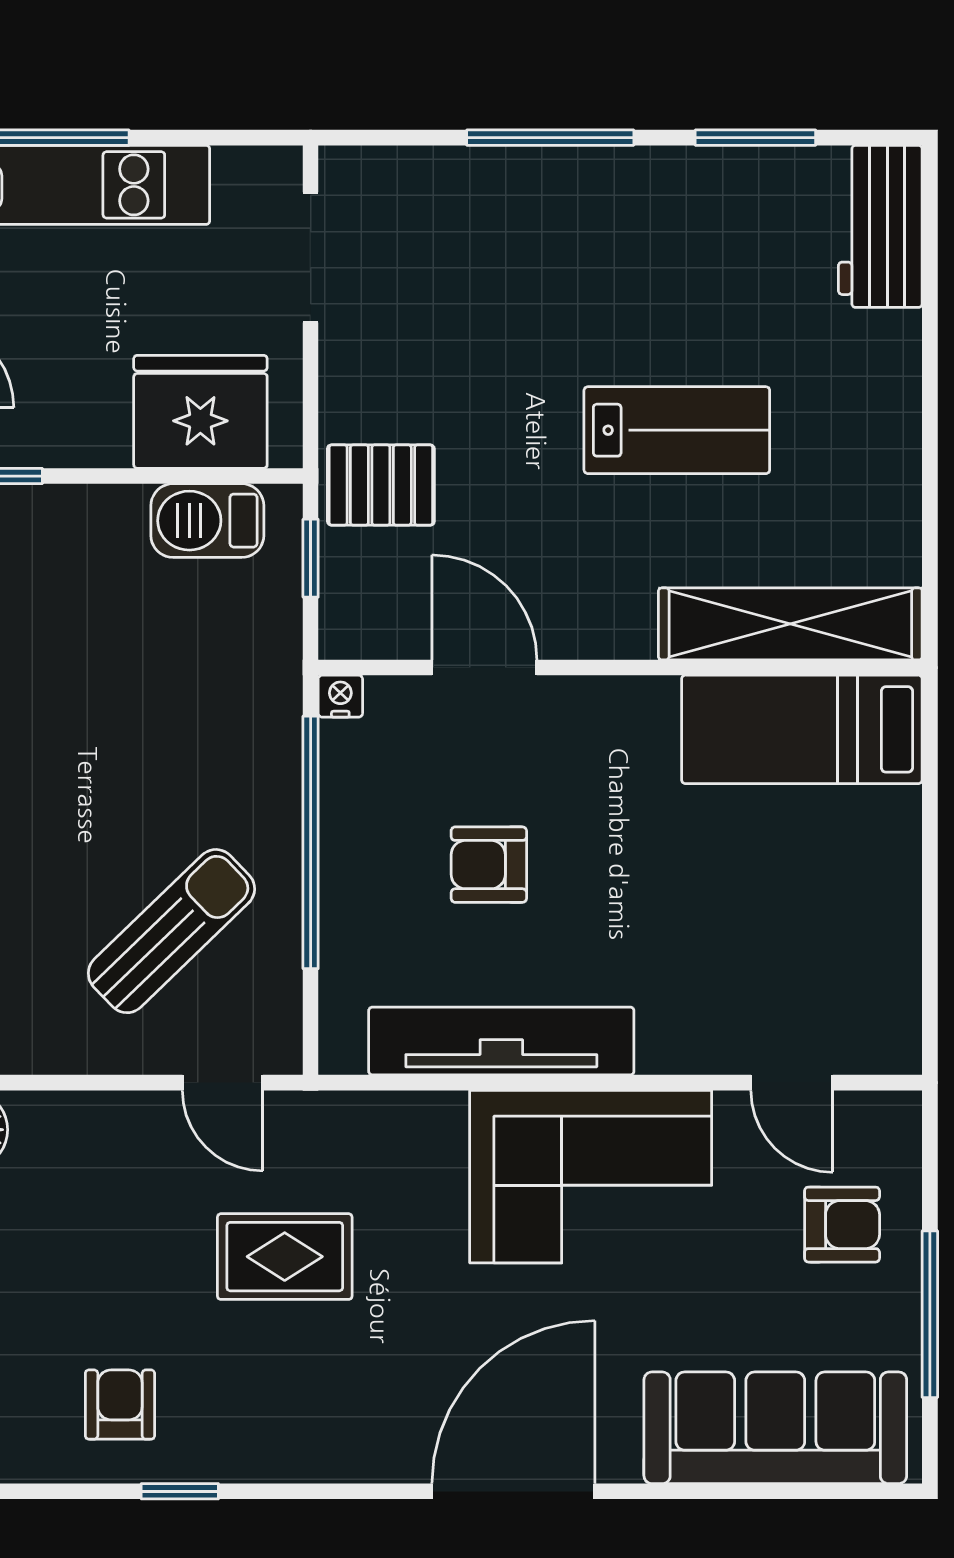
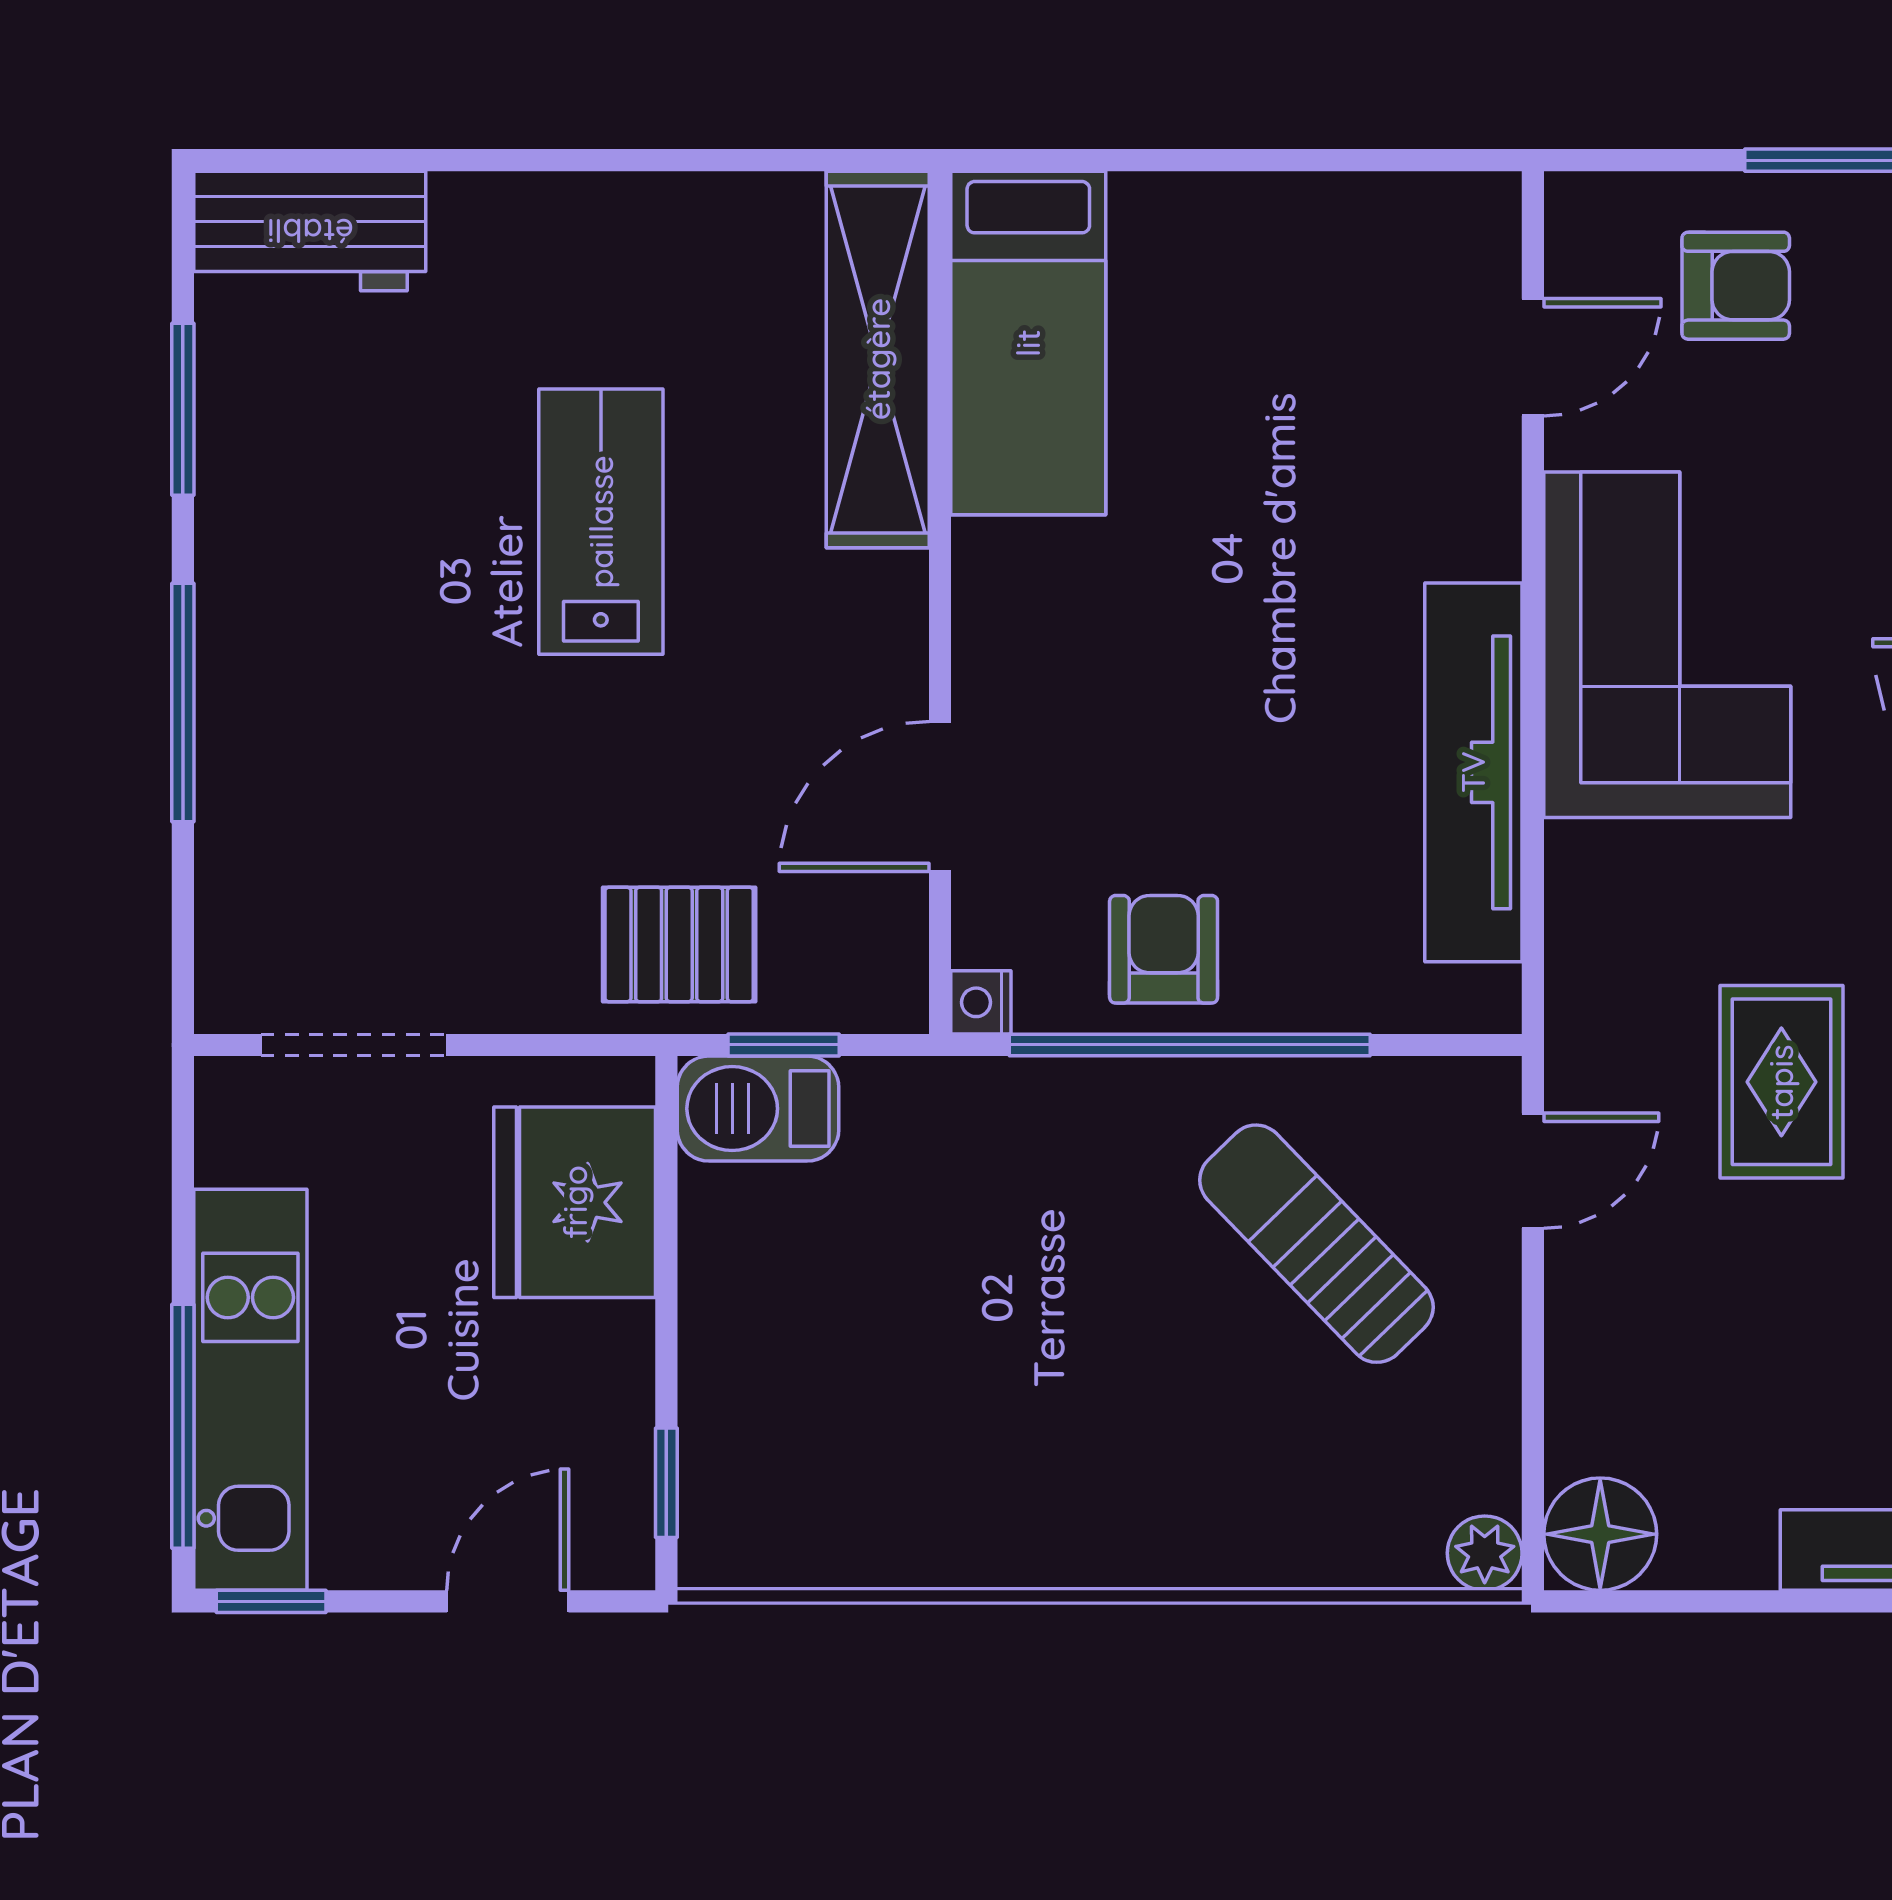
pallet: (381, 485) -> (679, 944), turned 90
barbecue: (207, 521) -> (758, 1109), moved, turned 90
armchair: (489, 865) -> (1164, 949), moved, turned 180
armchair: (842, 1225) -> (1736, 286), turned 90

